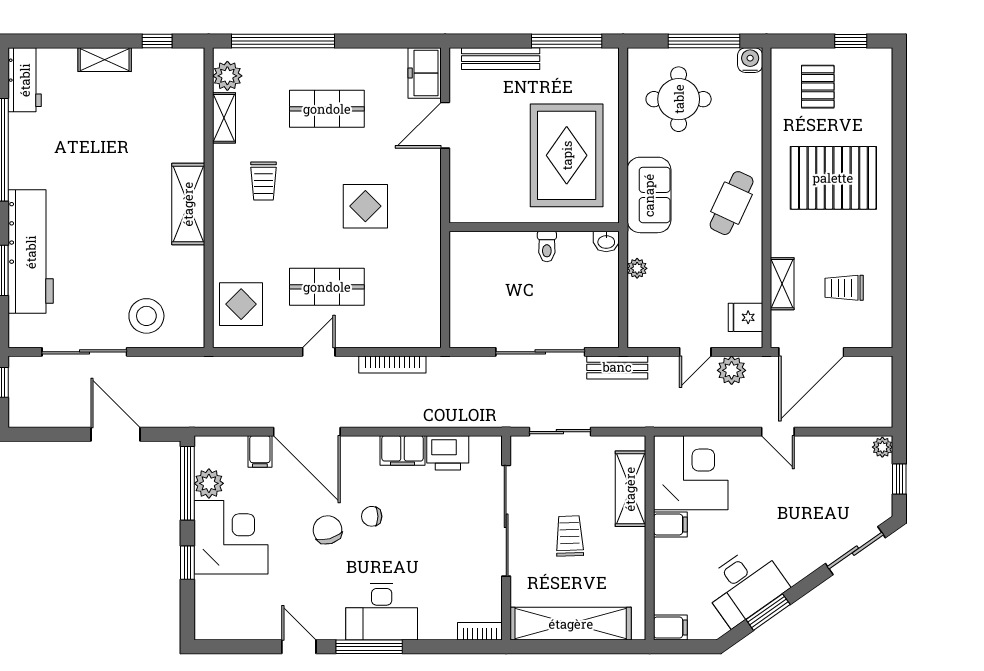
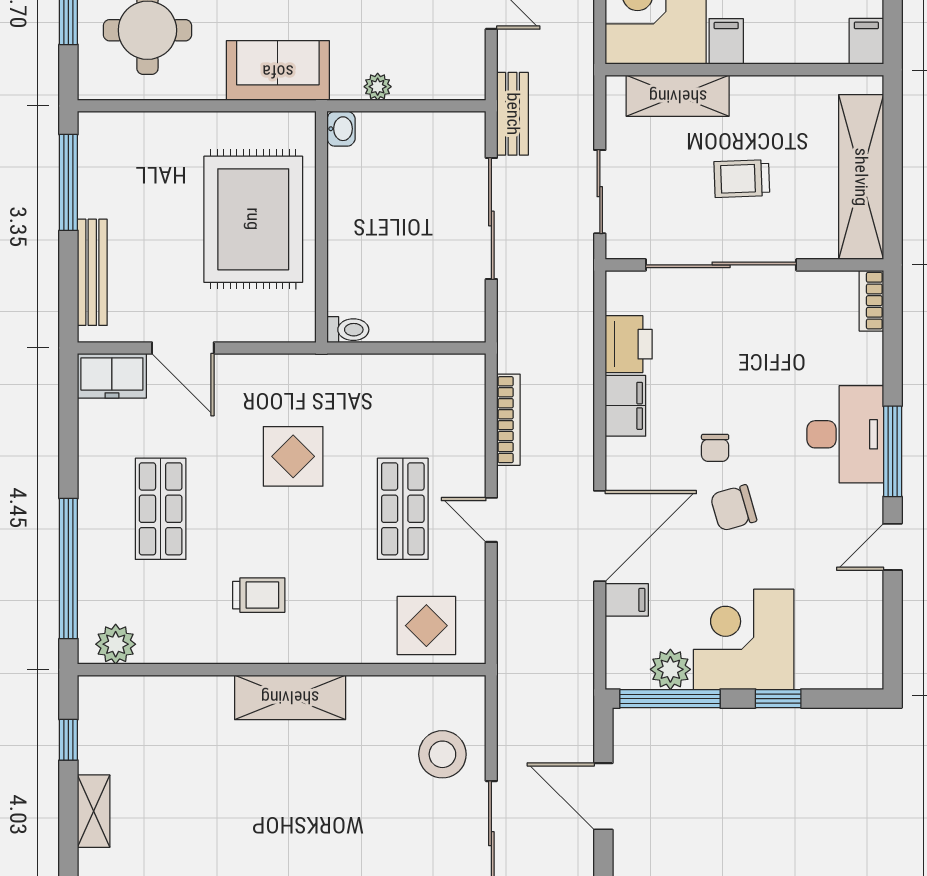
shelving: (224, 118) -> (173, 649), removed
rug: (567, 155) -> (253, 219), moved, turned 90
toilet: (547, 246) -> (348, 330), moved
door: (115, 434) -> (603, 796), hinge flipped

